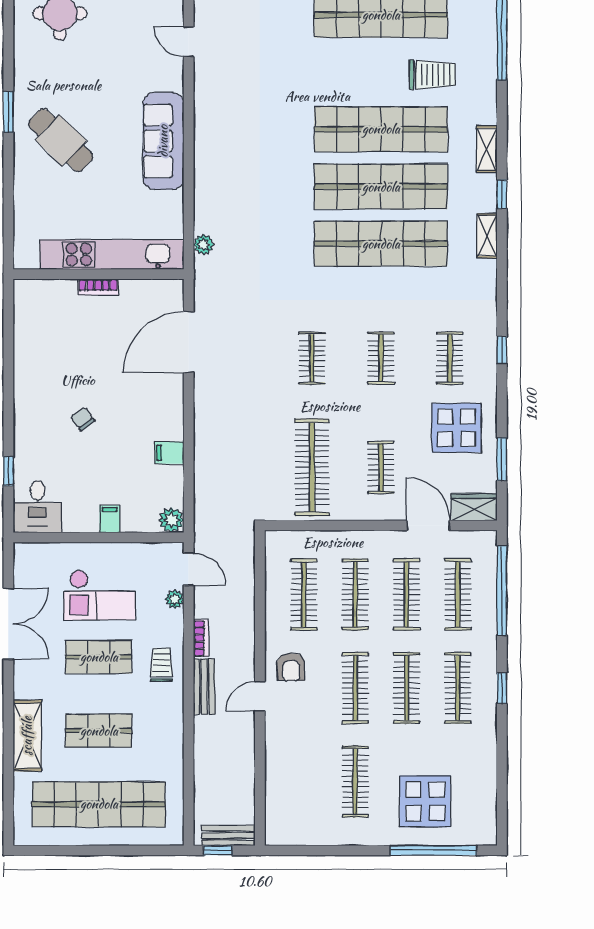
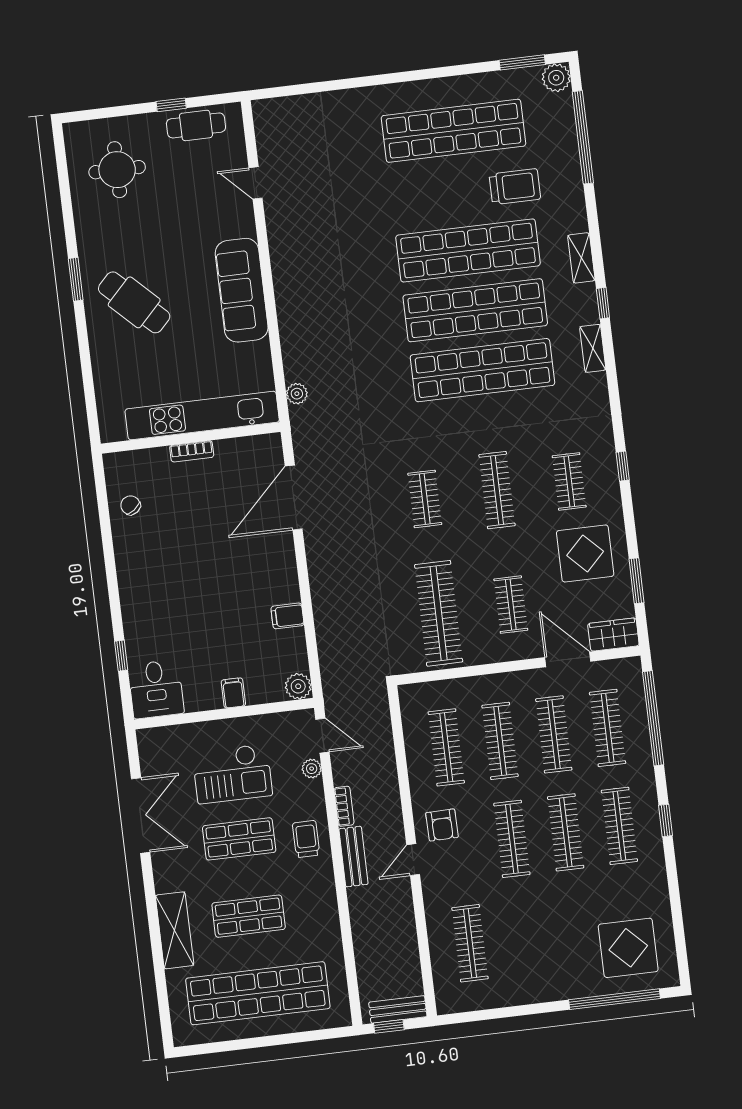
clothes rail: (381, 358) -> (497, 490), width x1.36
chair: (83, 419) -> (131, 505), moved
clothes rail: (355, 781) -> (470, 943), moved
display table: (425, 801) -> (628, 948), moved

